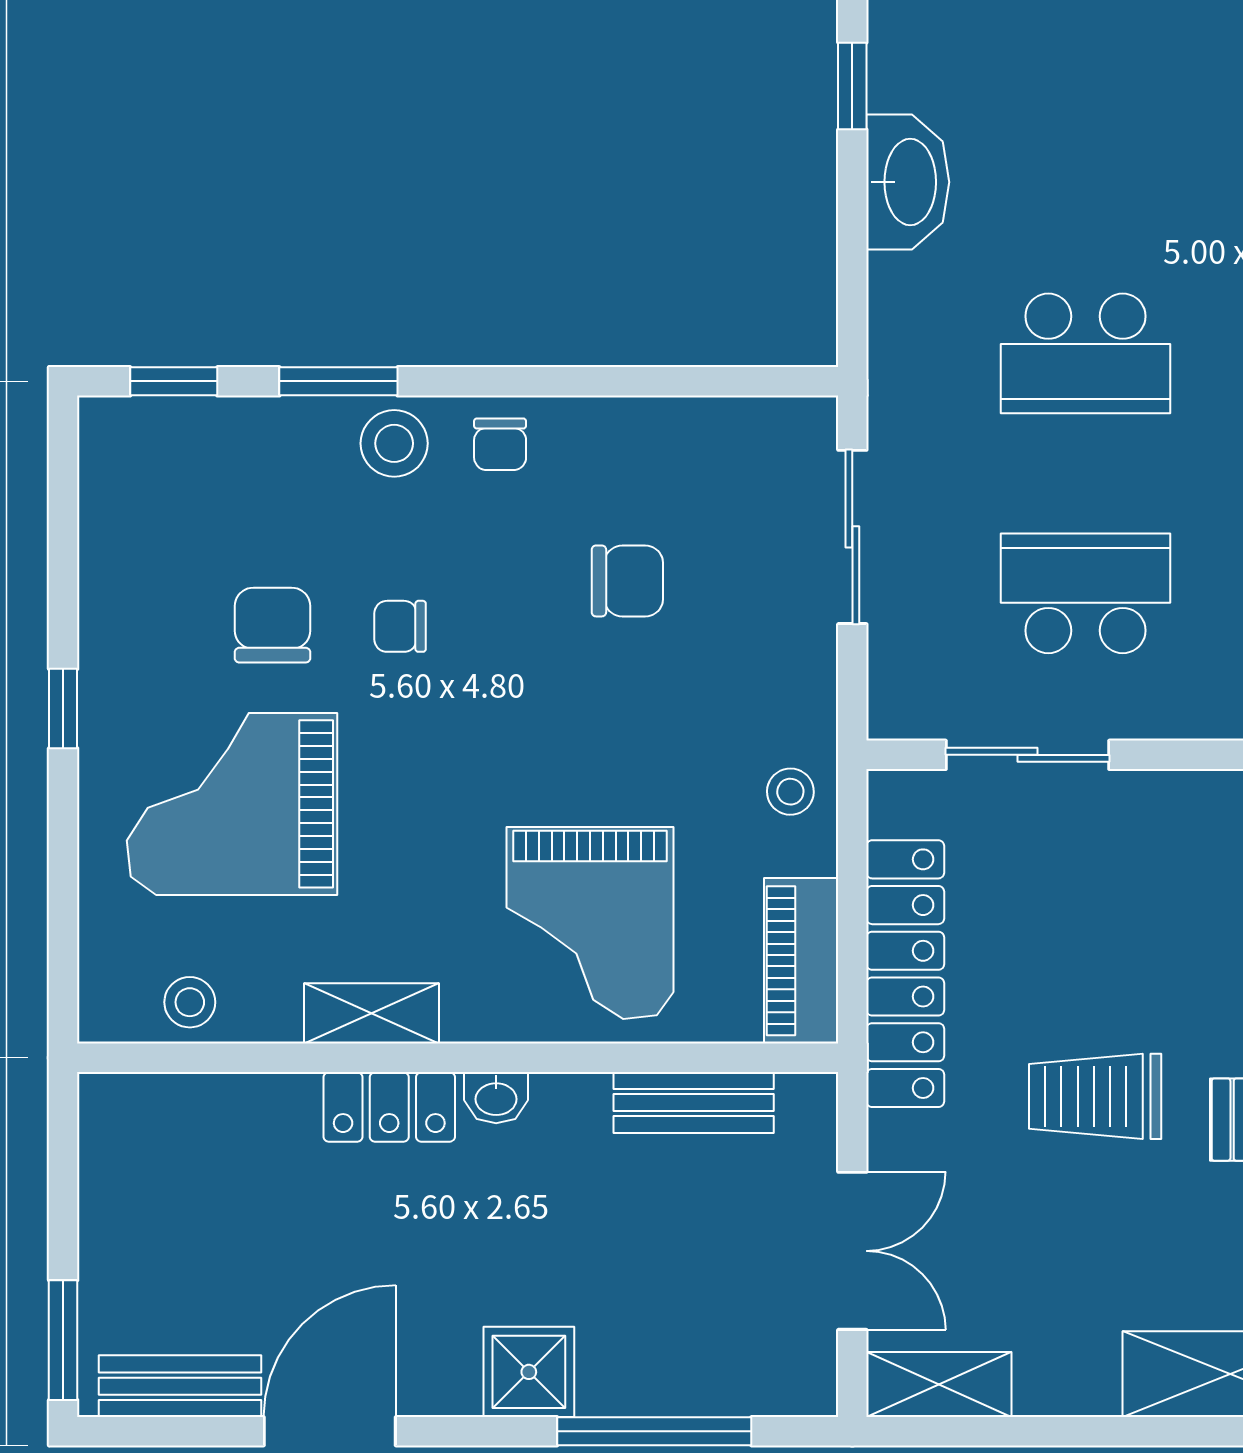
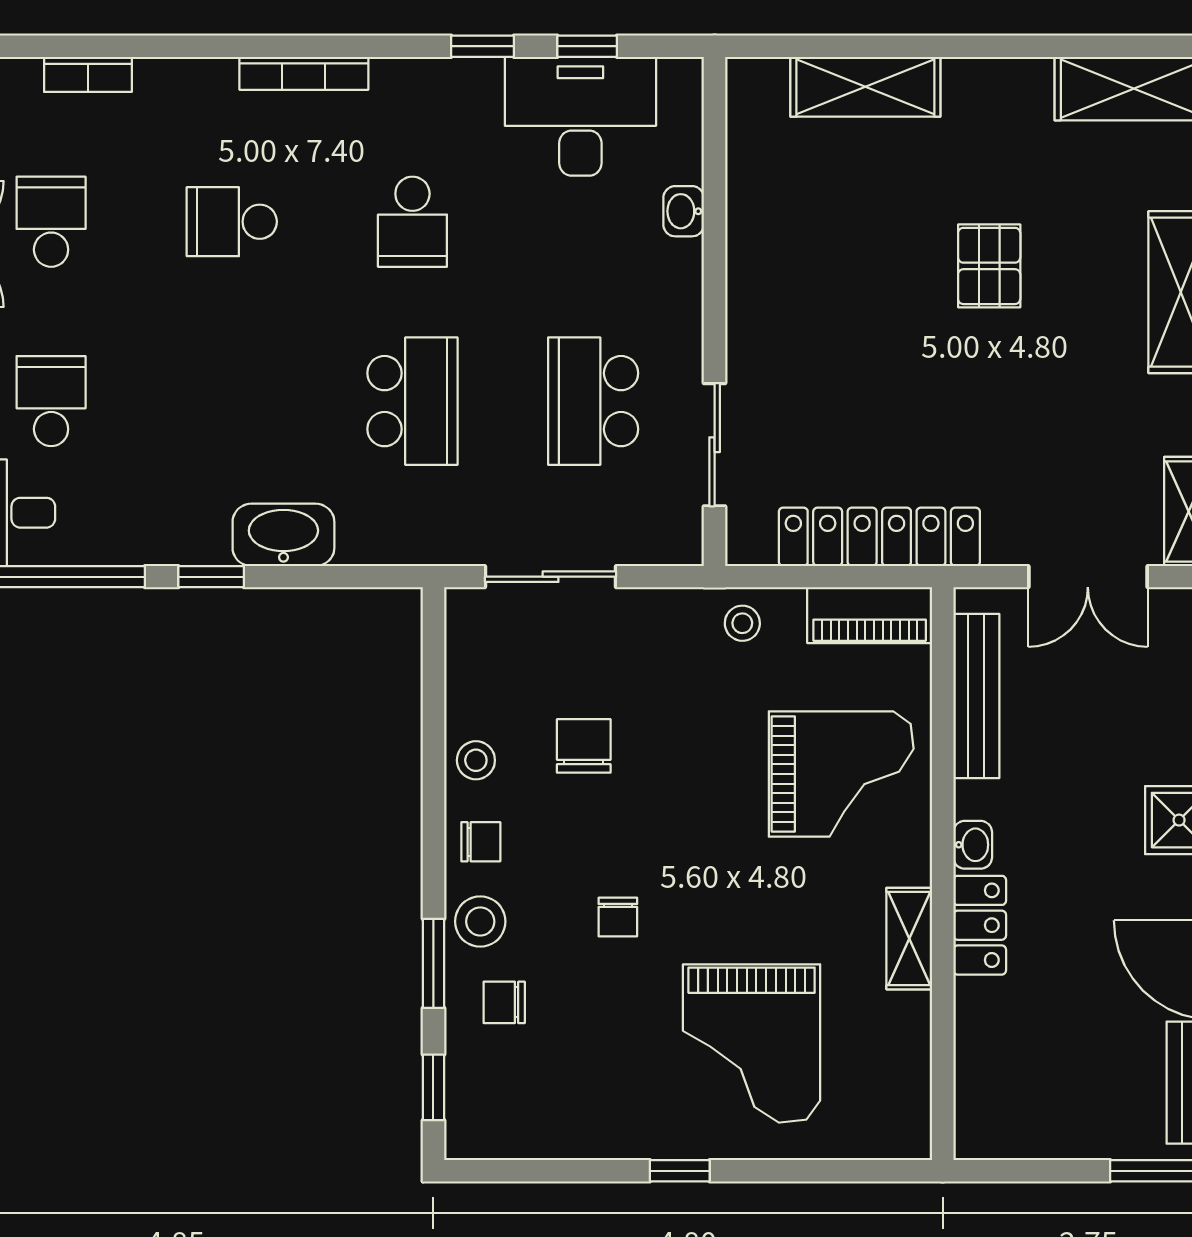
chair: (273, 625) -> (504, 1002), moved, width x0.73, depth x0.73
stool: (190, 1002) -> (476, 760), moved
trolley: (1095, 1096) -> (972, 394), removed
bench: (694, 1102) -> (976, 696), width x1.36
double door: (852, 1251) -> (1088, 577), swing flipped

